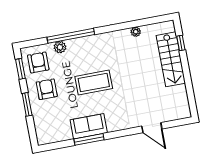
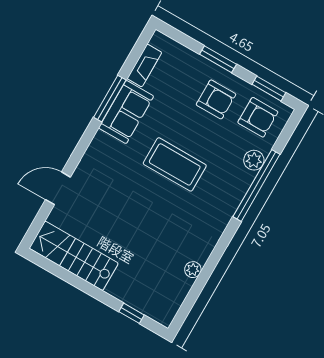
stairs: (171, 59) -> (74, 256), moved
coffee table: (94, 82) -> (175, 164), turned 90
fireplace: (60, 136) -> (144, 65), added

